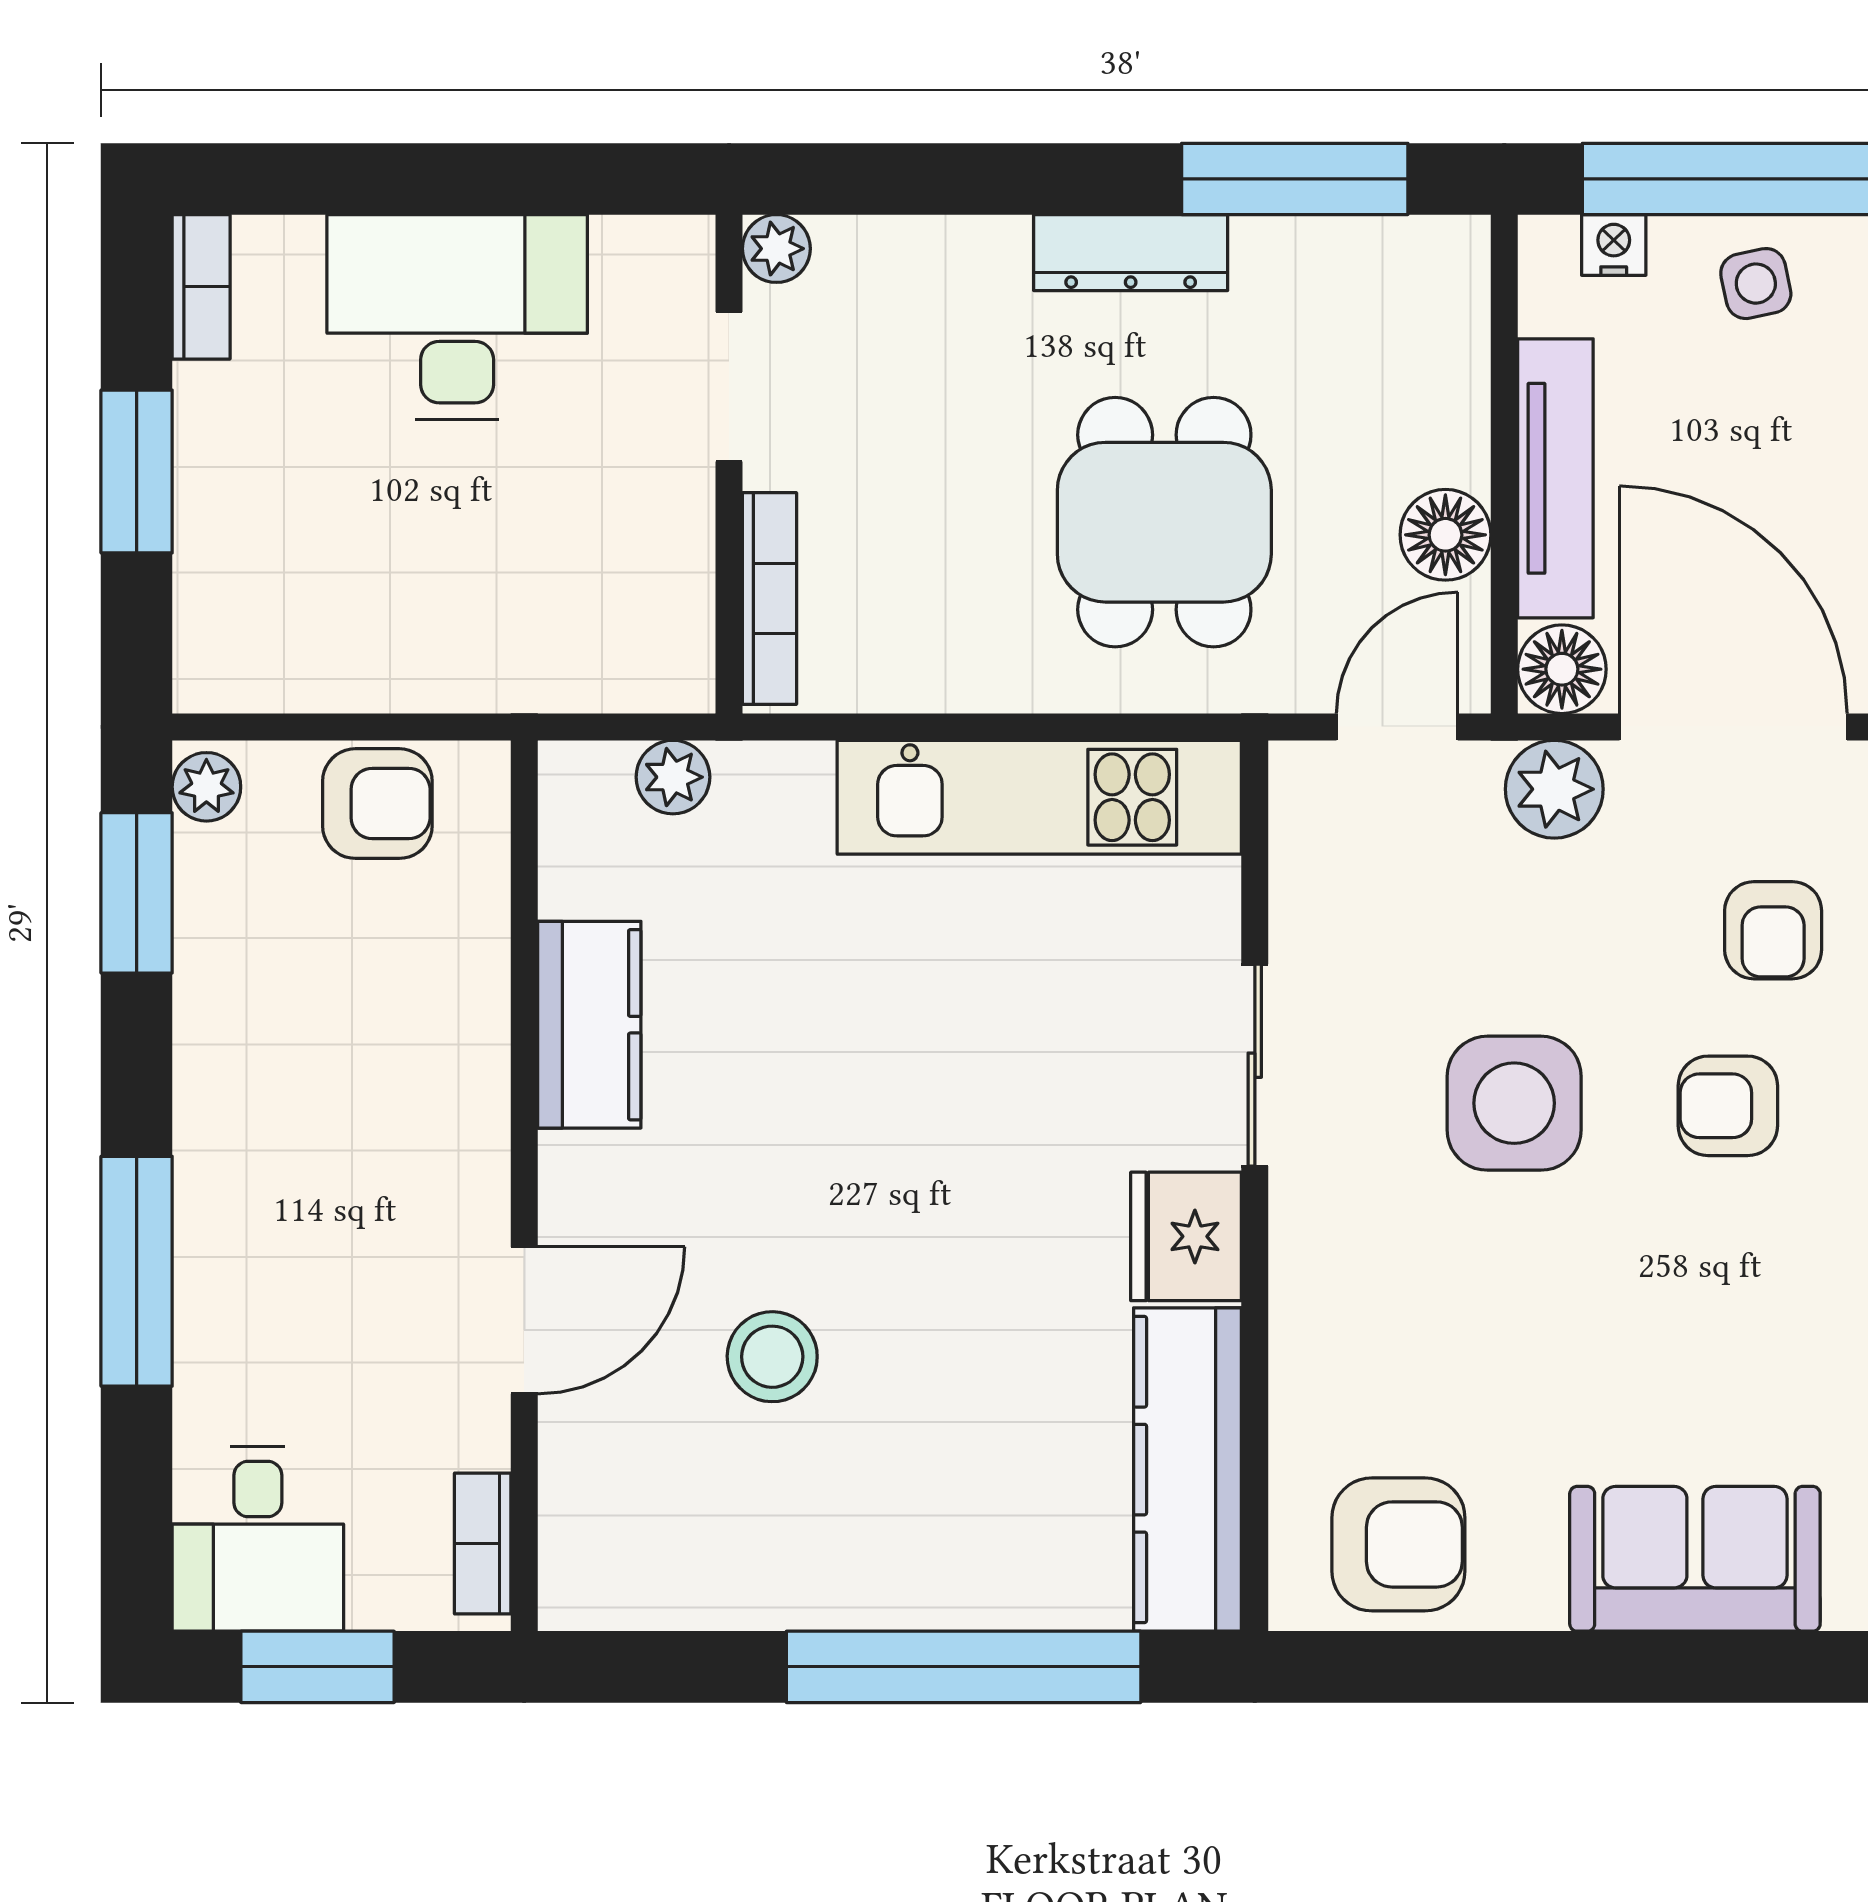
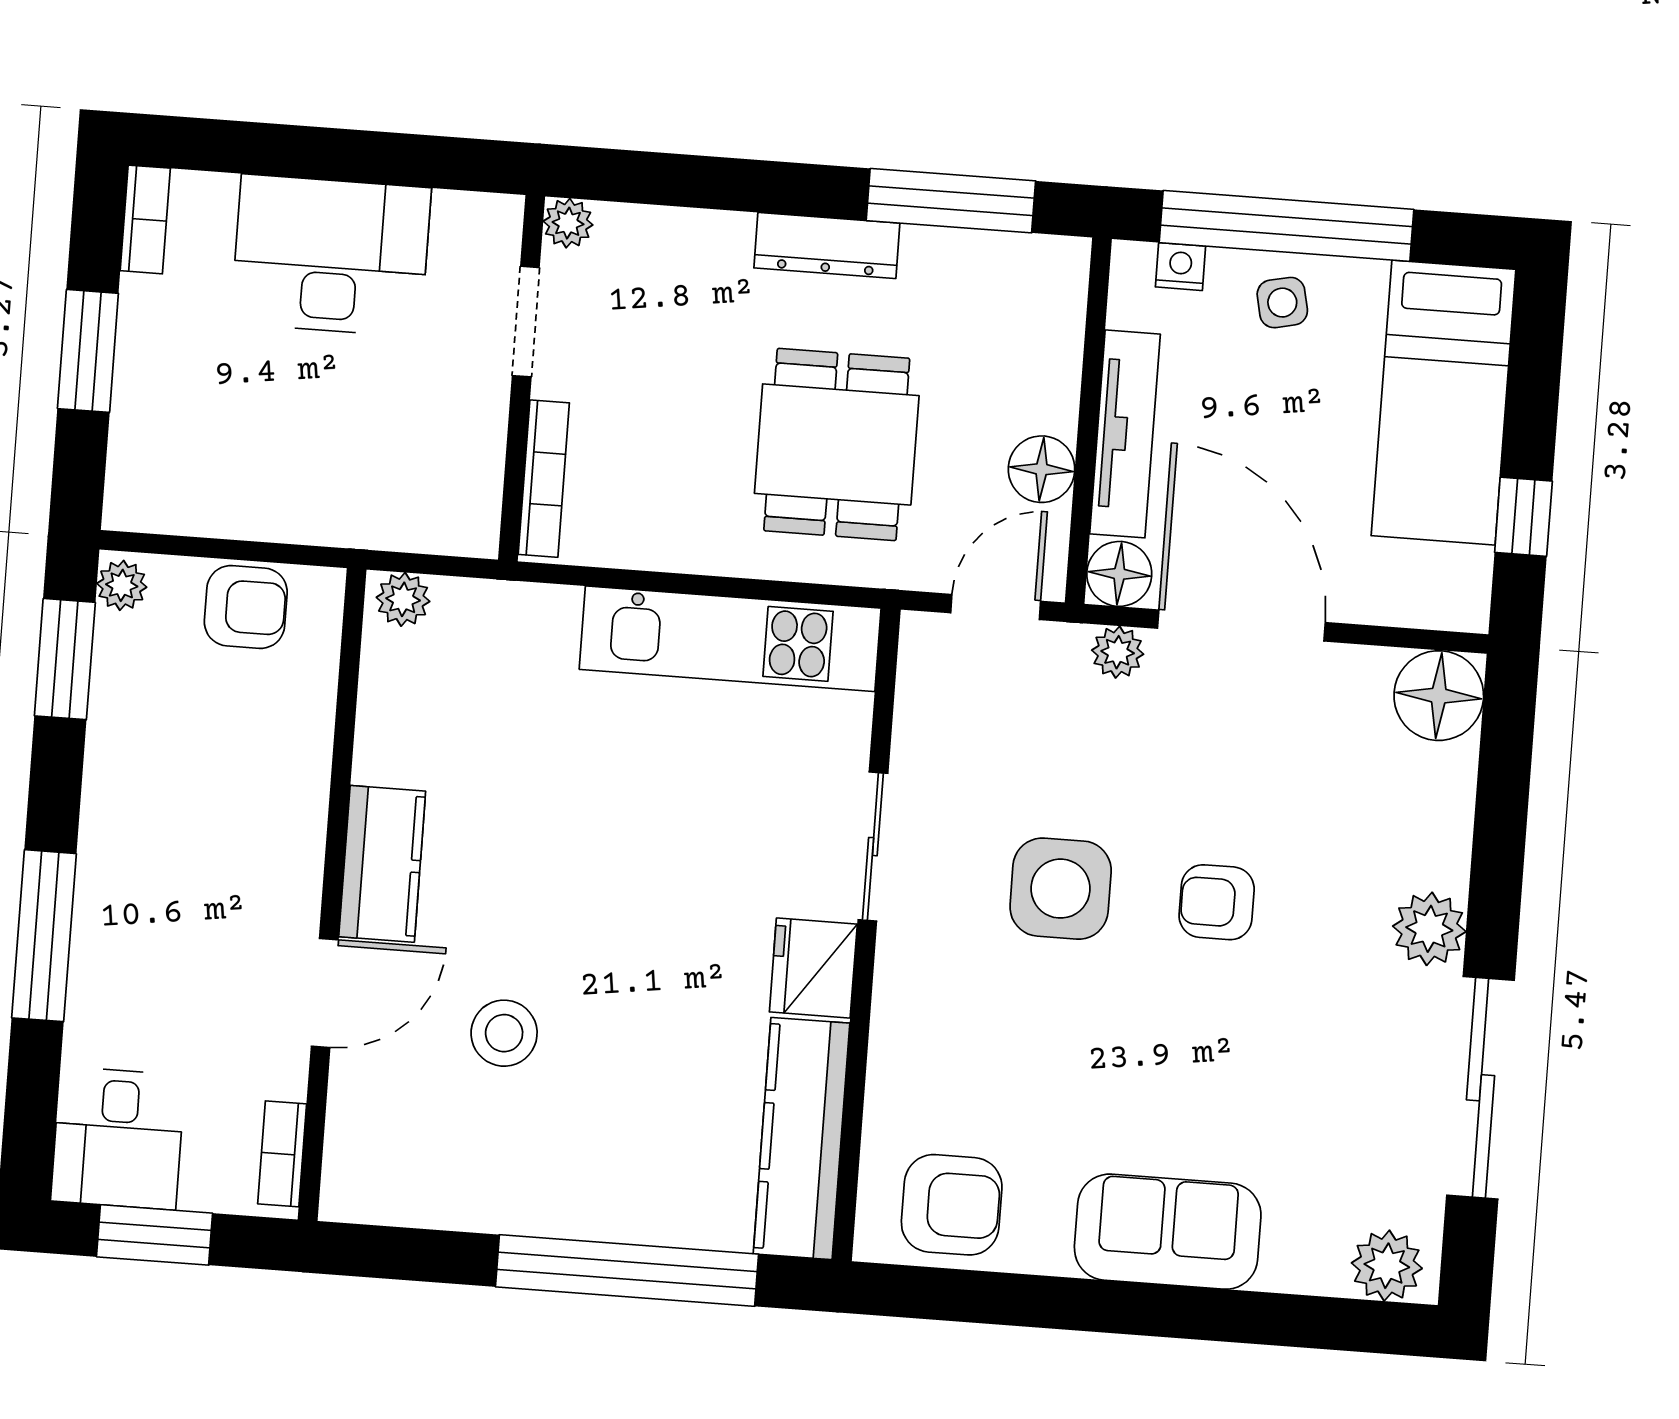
plant: (673, 777) -> (403, 599), moved
plant: (1554, 789) -> (1118, 652), width x0.73, depth x0.73
armchair: (1773, 930) -> (1259, 776), removed
kitchen counter: (589, 1025) -> (382, 864), moved

